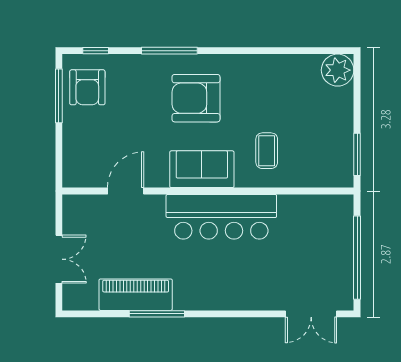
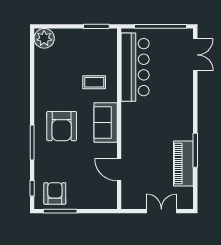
armchair: (87, 87) -> (55, 193), turned -90
bar counter: (221, 217) -> (135, 67), moved

